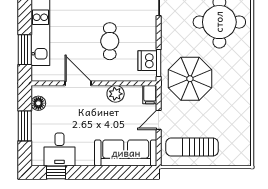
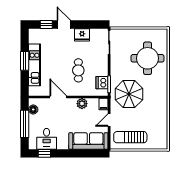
window: (25, 50) -> (25, 61), moved
window: (25, 126) -> (25, 124), width x1.44

